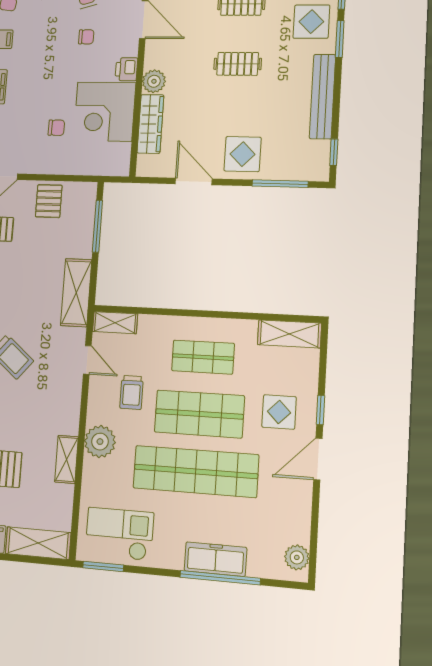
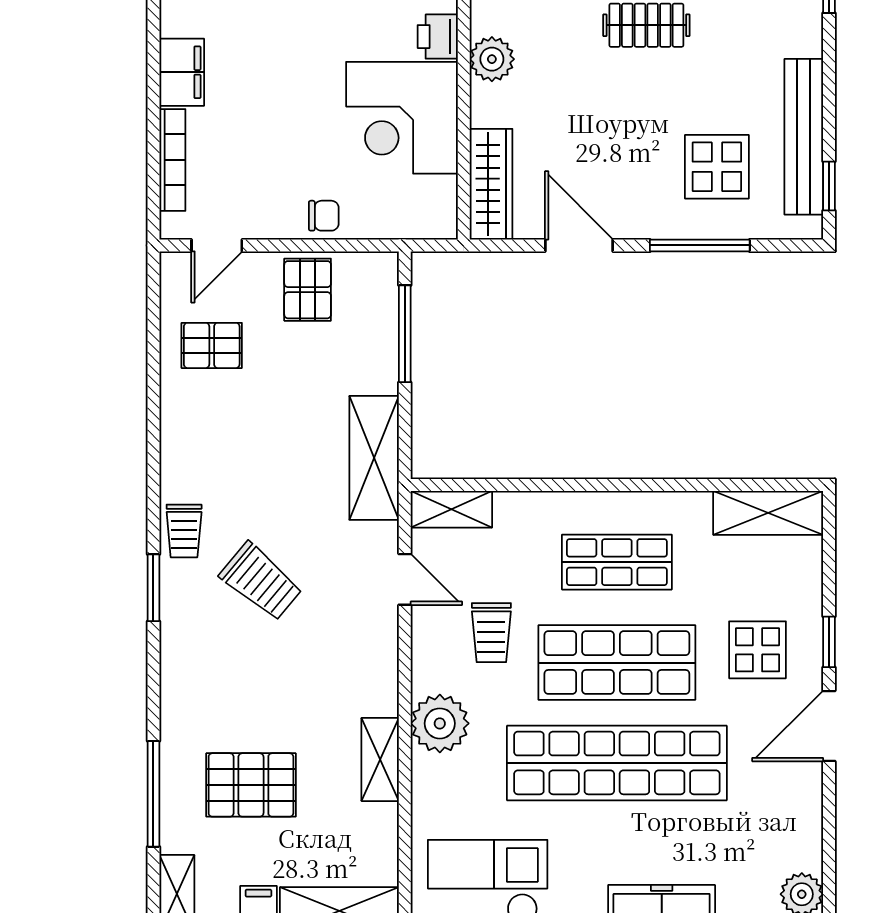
bench: (323, 97) -> (804, 137), moved
wardrobe: (150, 124) -> (491, 184), moved
chair: (56, 128) -> (324, 216), moved
display table: (243, 154) -> (717, 167), moved
window: (280, 184) -> (700, 245), moved

